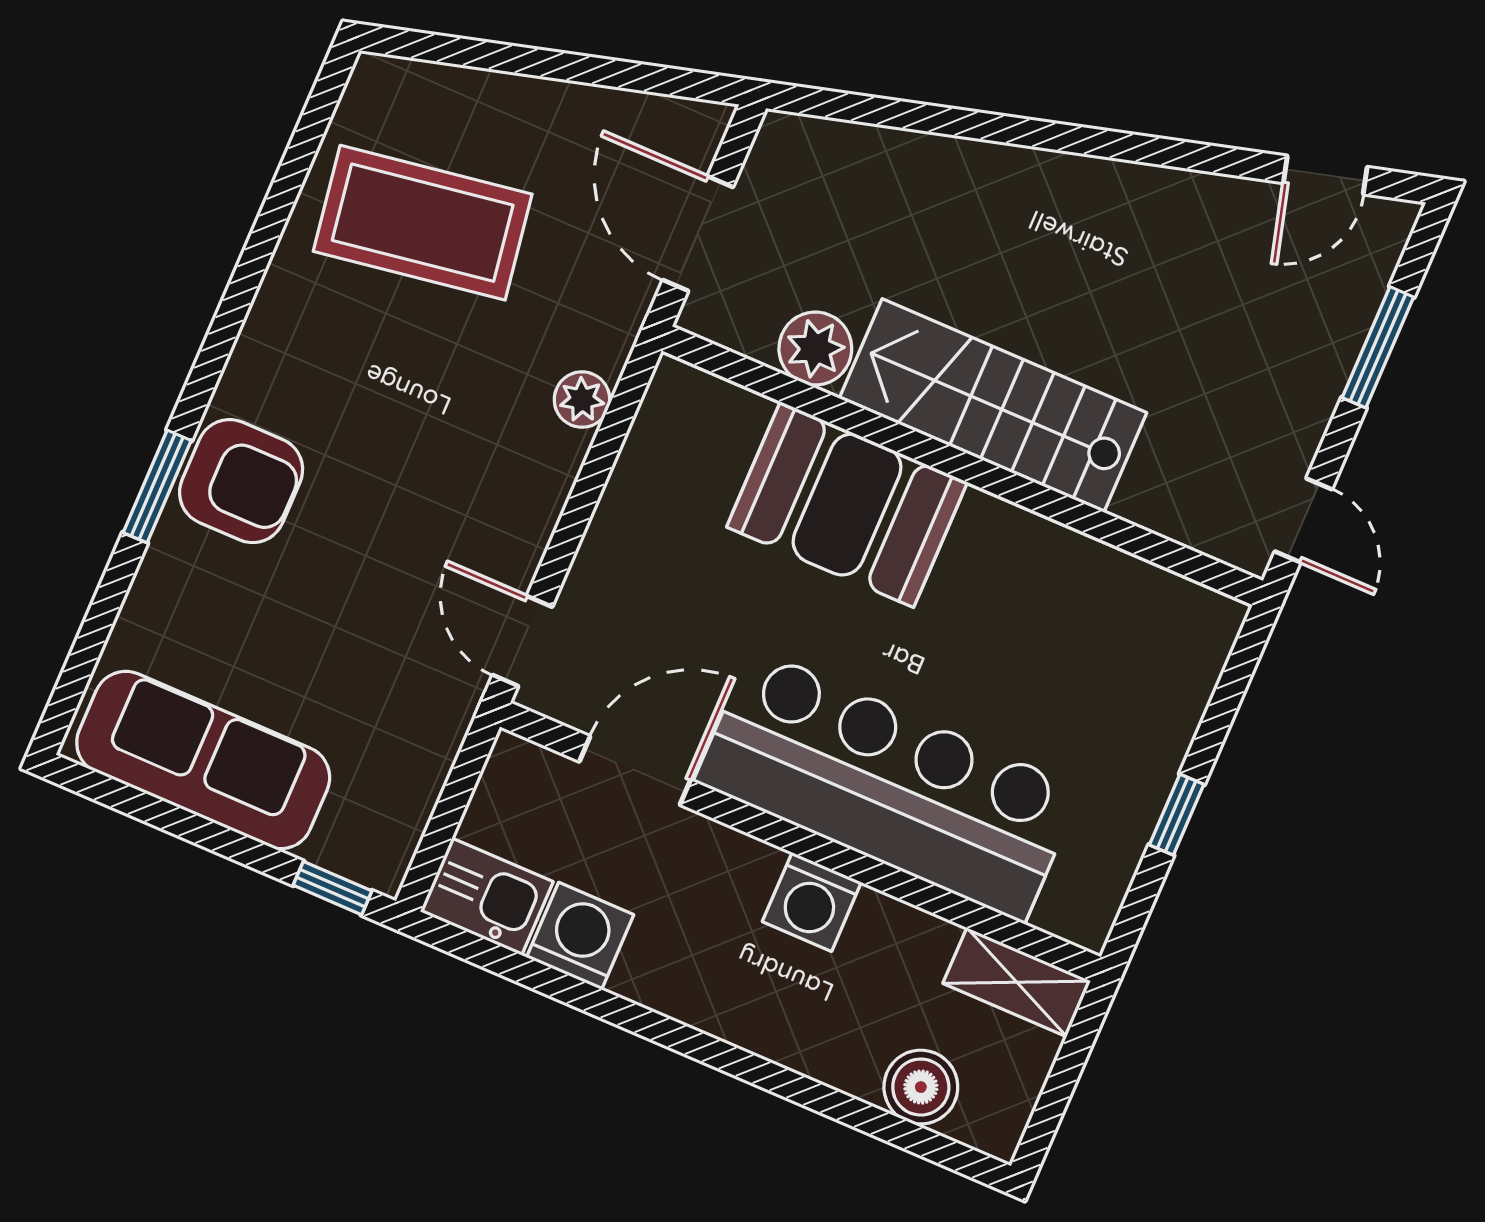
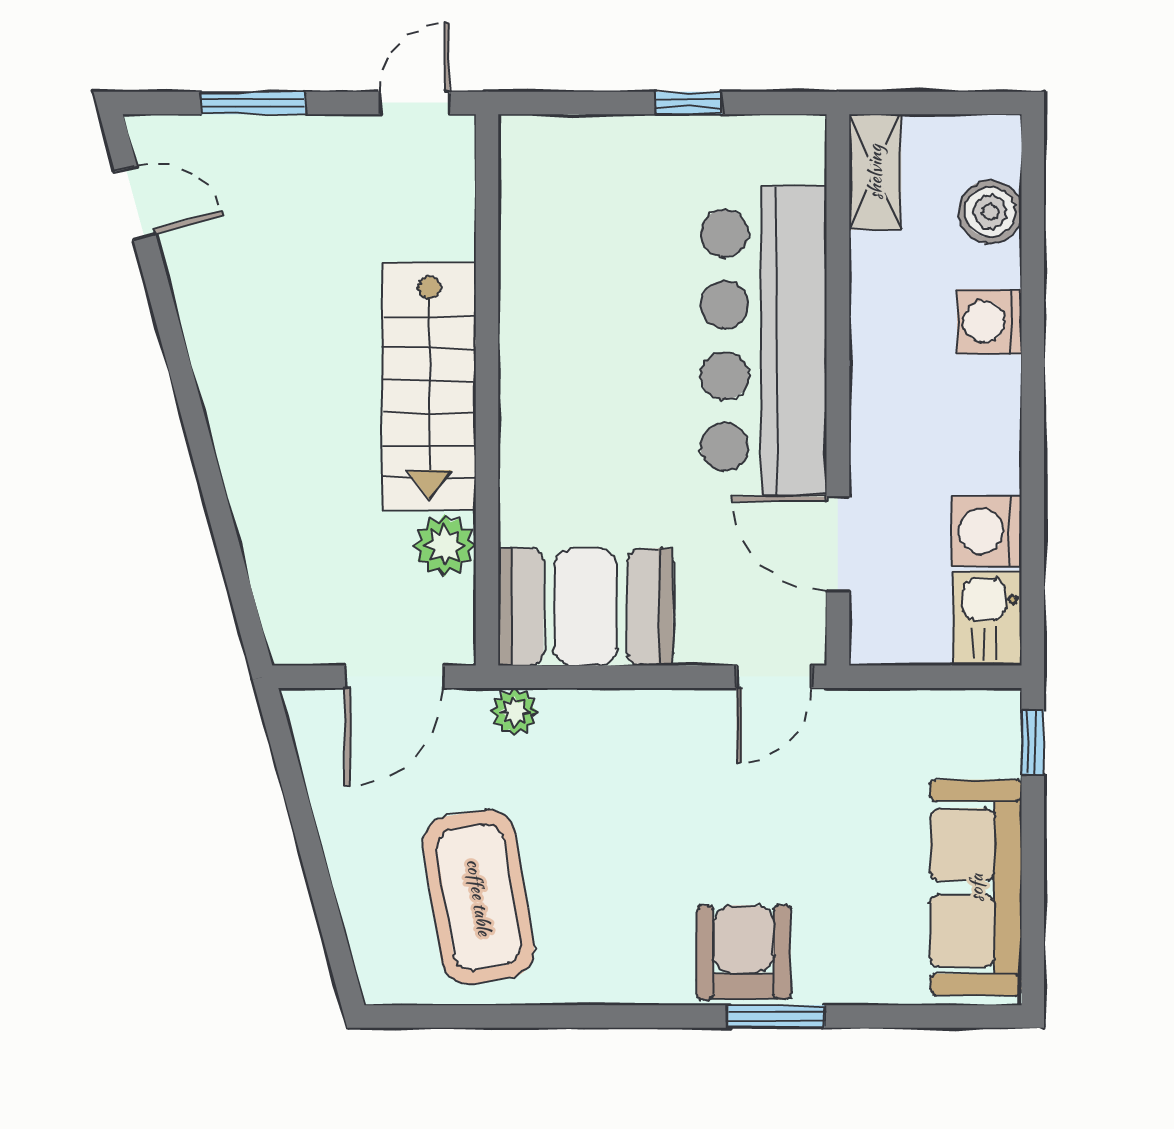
plant: (582, 400) -> (514, 712), moved
booth: (847, 505) -> (585, 607), moved, turned 90
washing machine: (812, 902) -> (989, 322), moved, turned 180

